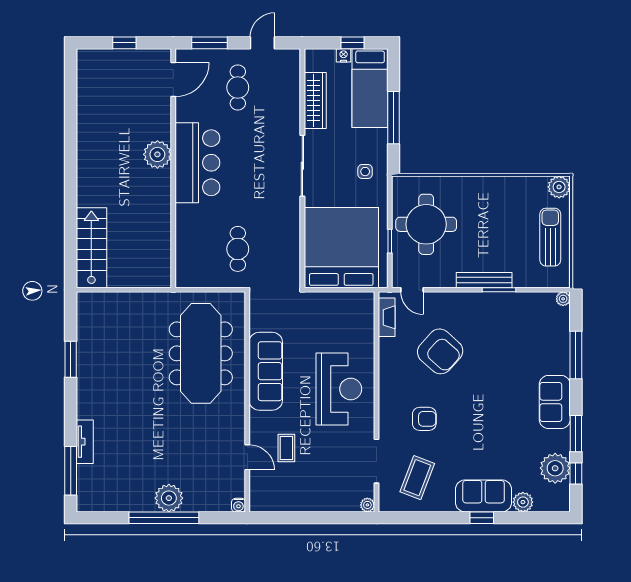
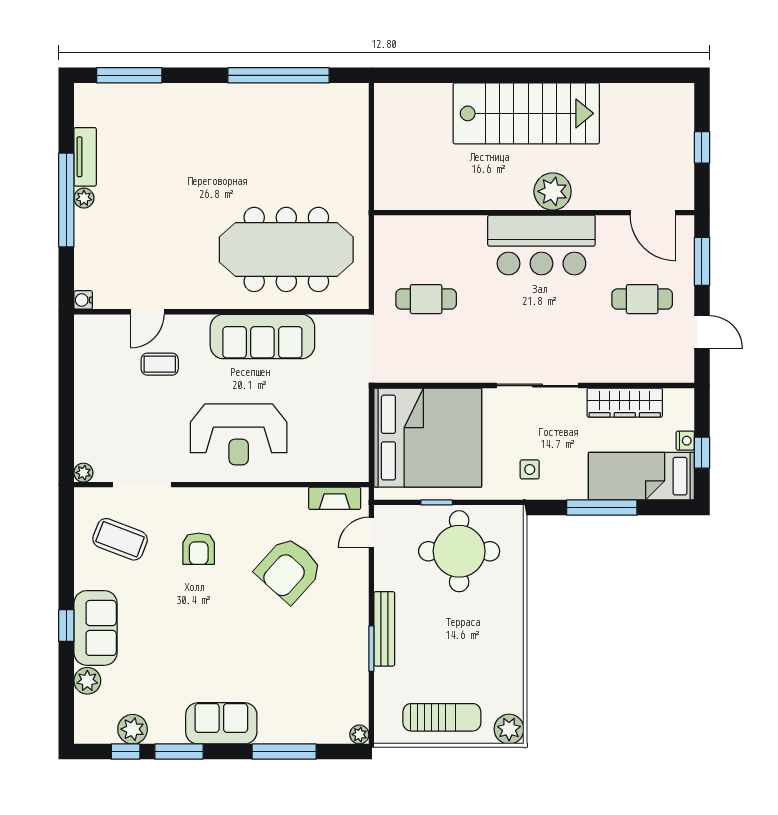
stairs: (91, 248) -> (526, 113), moved, width x1.36, depth x1.51
window: (71, 359) -> (278, 75), width x2.11
tv unit: (85, 442) -> (85, 157), moved, turned -90
plant: (555, 468) -> (133, 729), width x0.73, depth x0.73
plant: (169, 498) -> (84, 198), width x0.53, depth x0.53

